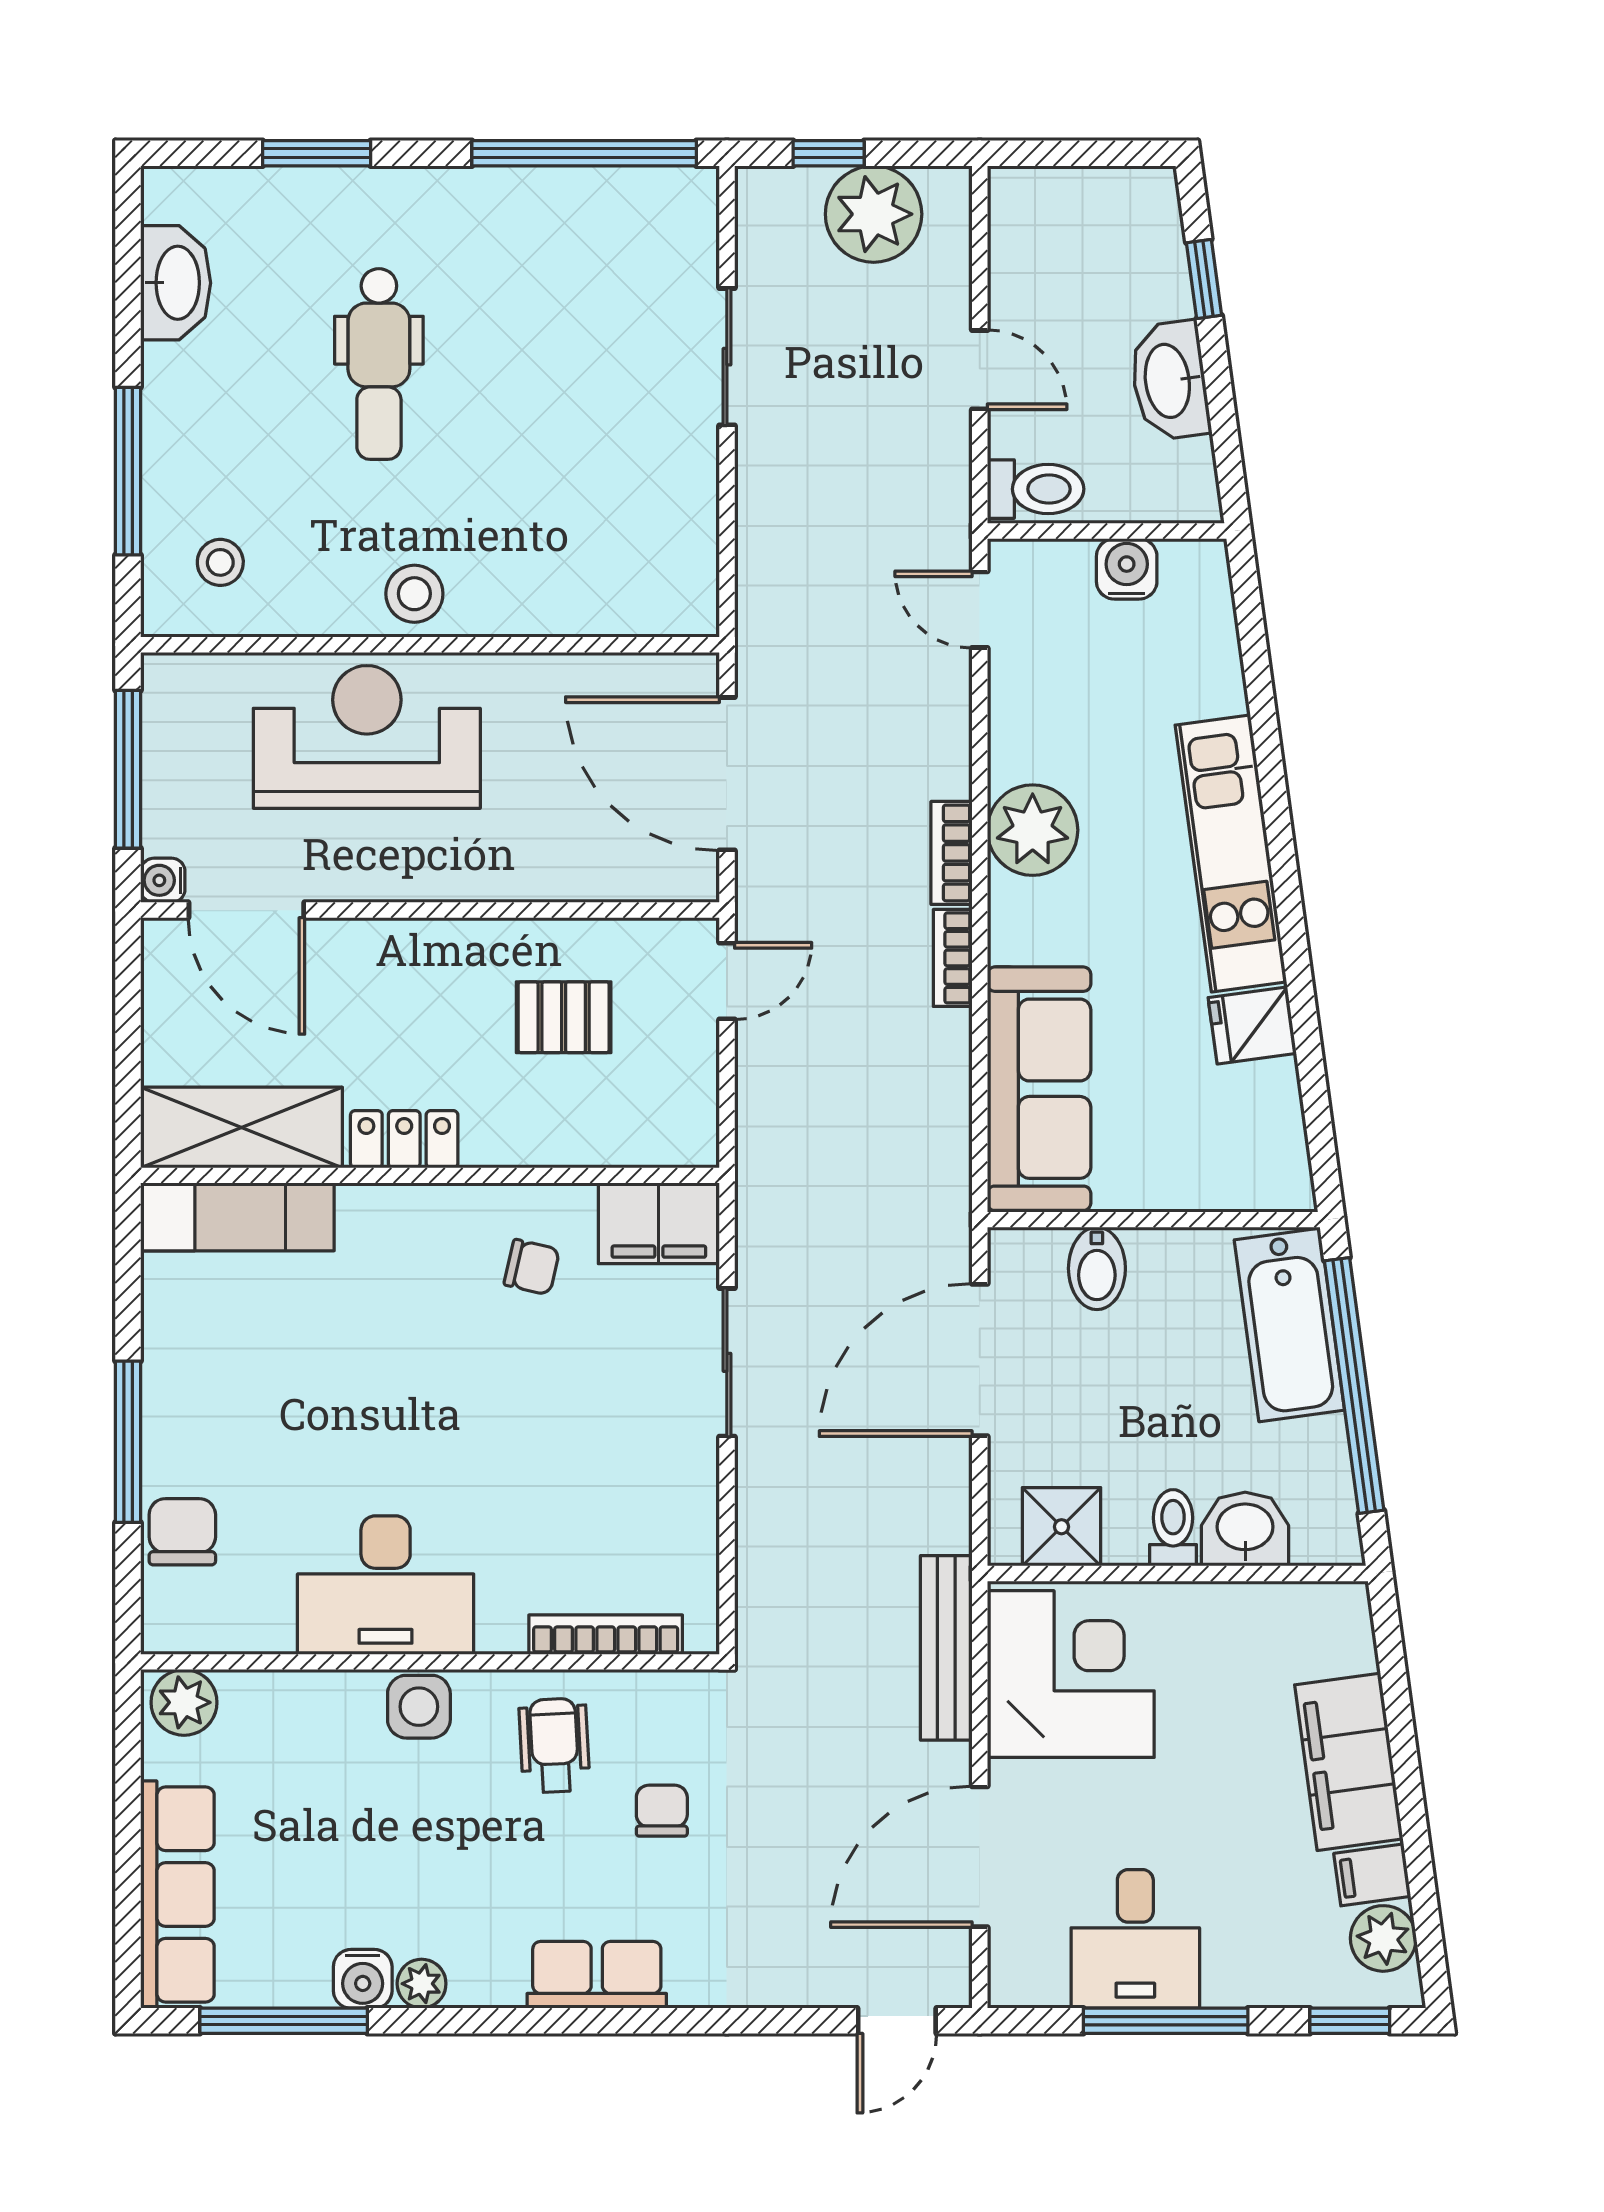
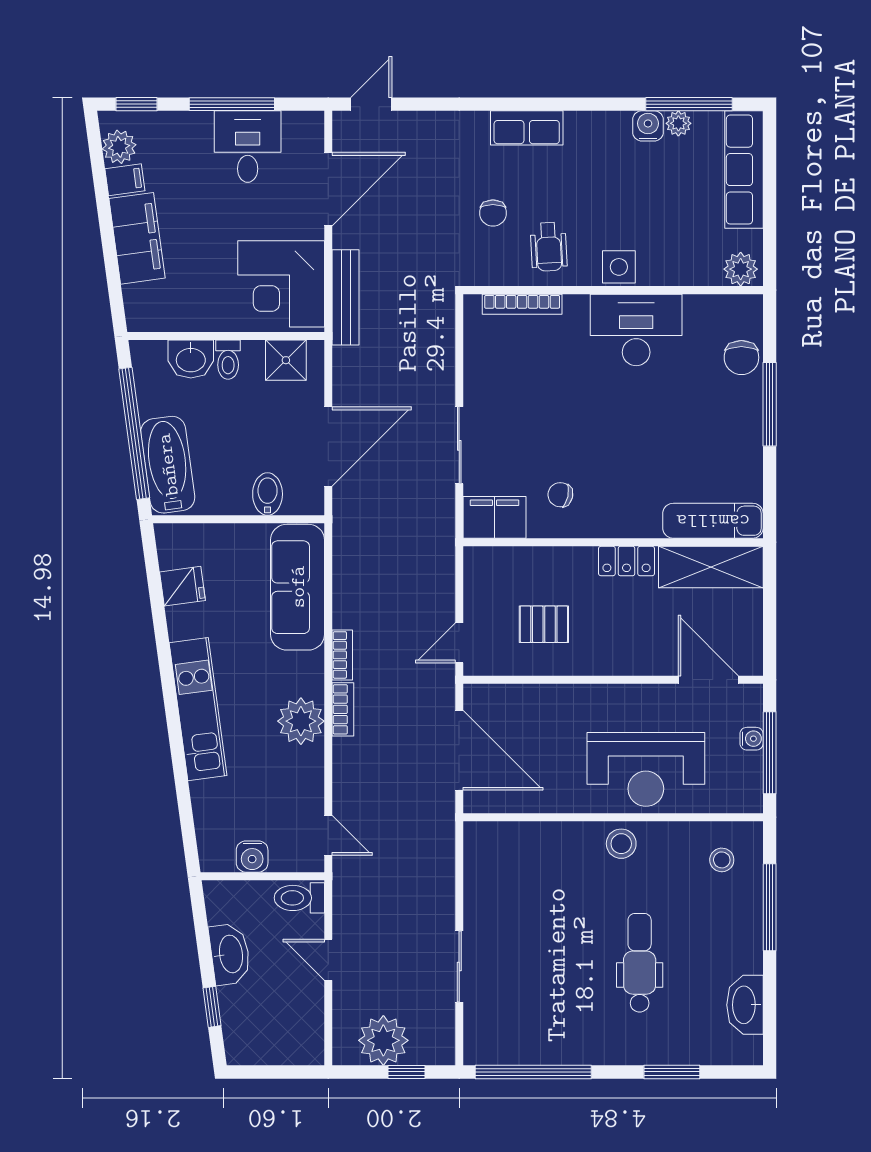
water cooler: (163, 880) -> (752, 739), moved
fridge: (1252, 1025) -> (182, 586), moved
plant: (422, 1984) -> (678, 123), moved

